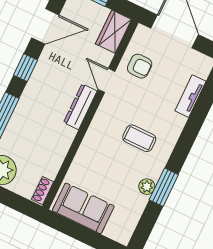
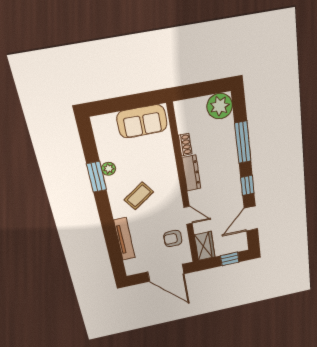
tv unit: (190, 96) -> (124, 239), width x1.41
dresser: (80, 107) -> (191, 173), moved
coffee table: (139, 138) -> (139, 196), turned -35
shoe rack: (43, 191) -> (185, 145), moved

